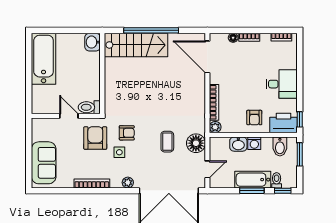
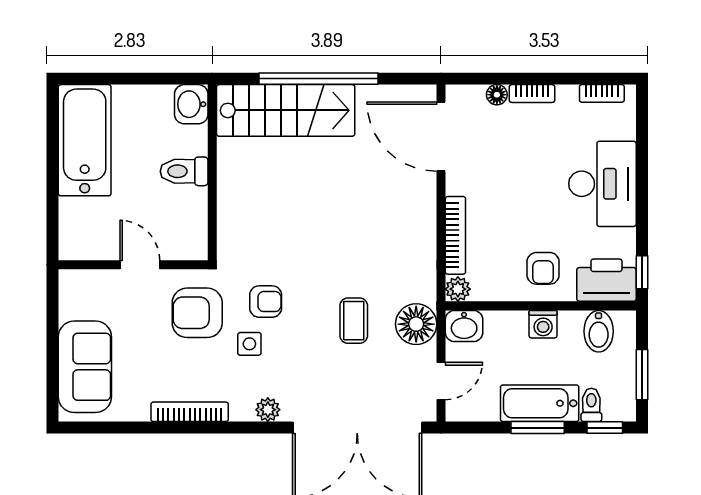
desk: (282, 84) -> (602, 184), width x1.37
toilet: (89, 107) -> (184, 171), moved
armchair: (95, 138) -> (197, 313), turned -90
washbasin: (238, 144) -> (464, 326), moved
window: (300, 154) -> (642, 375), moved

